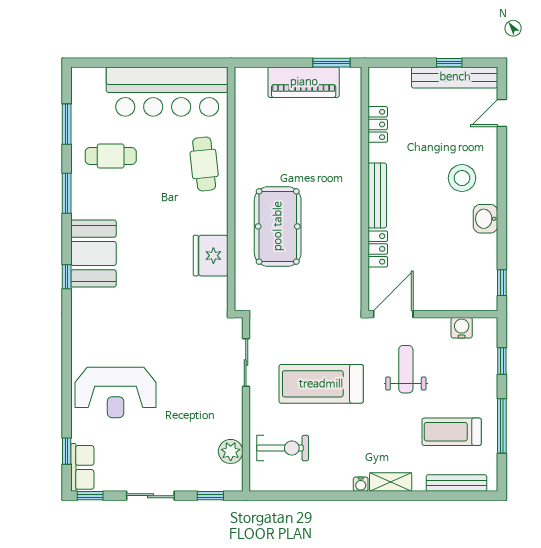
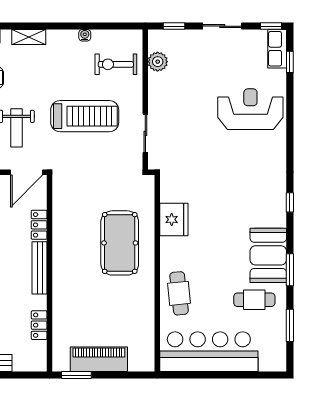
booth: (93, 253) -> (268, 255), moved
water cooler: (361, 484) -> (85, 35), moved

